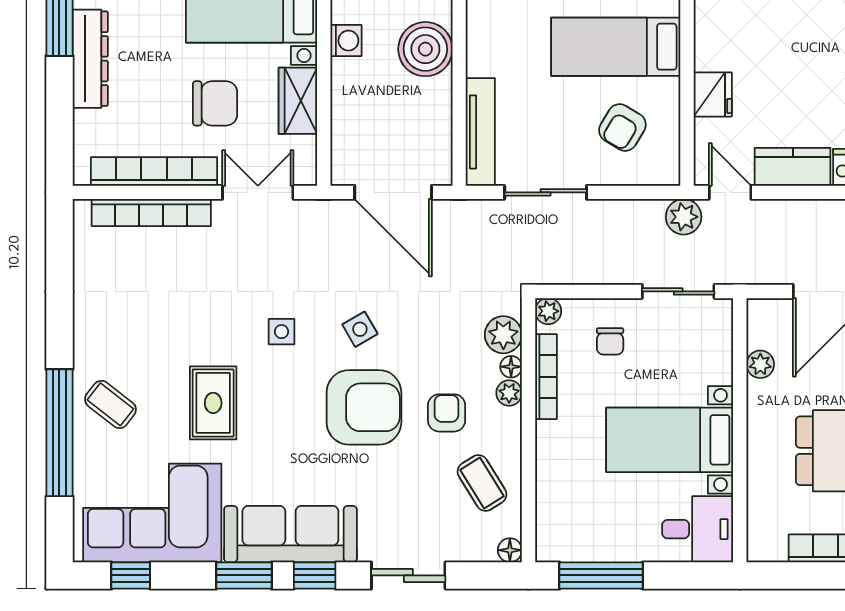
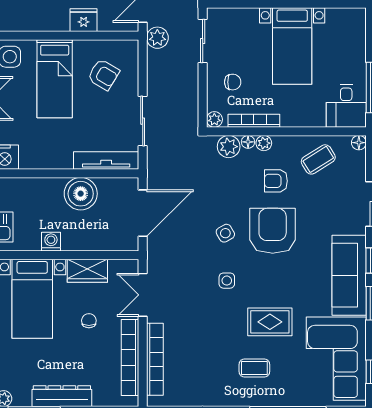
boiler: (425, 49) -> (81, 194), moved
chair: (215, 103) -> (89, 321), width x0.54, depth x0.54
coffee table: (110, 404) -> (254, 368), moved, turned 52
desk: (698, 529) -> (346, 106), moved, turned 180

